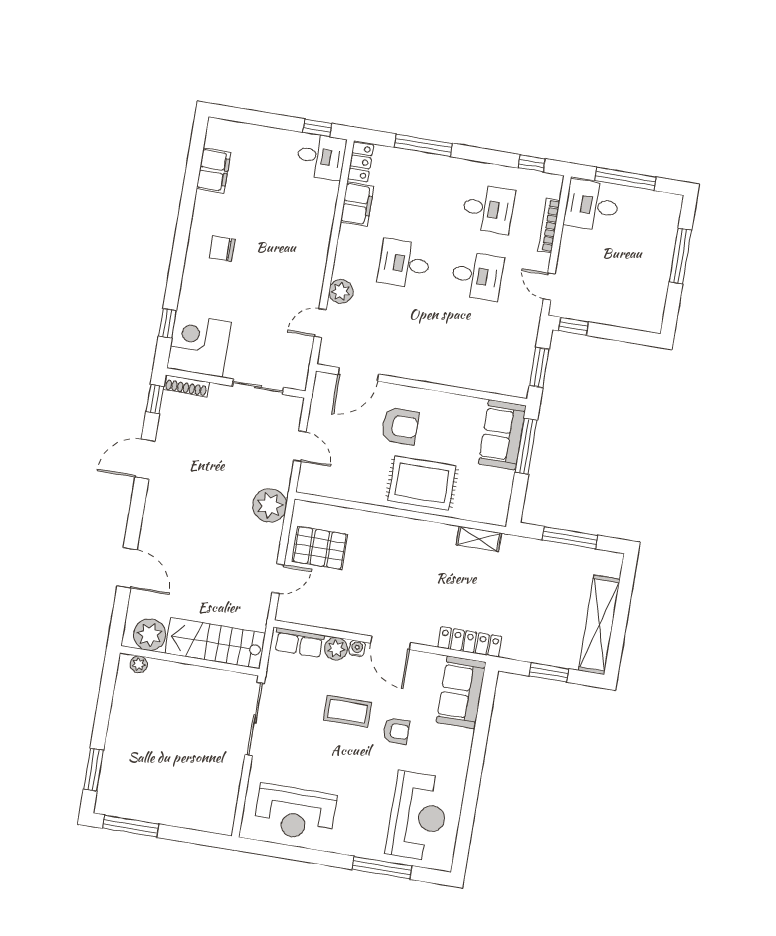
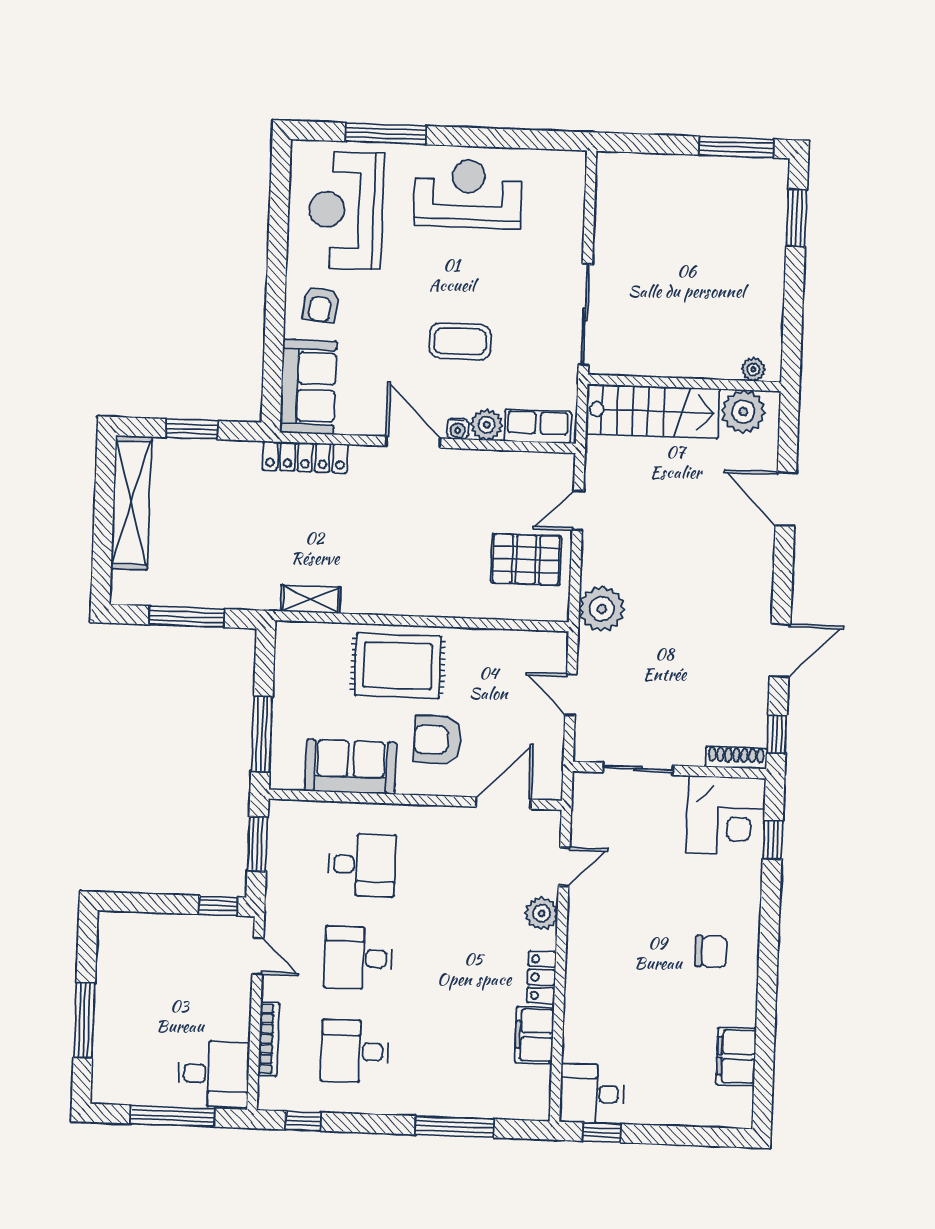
locker: (361, 162) -> (542, 977), moved
desk: (404, 264) -> (362, 865), moved
sofa: (502, 435) -> (351, 767), moved, turned -90
armchair: (396, 731) -> (320, 305), moved, turned -84
reception desk: (295, 813) -> (468, 194), moved

